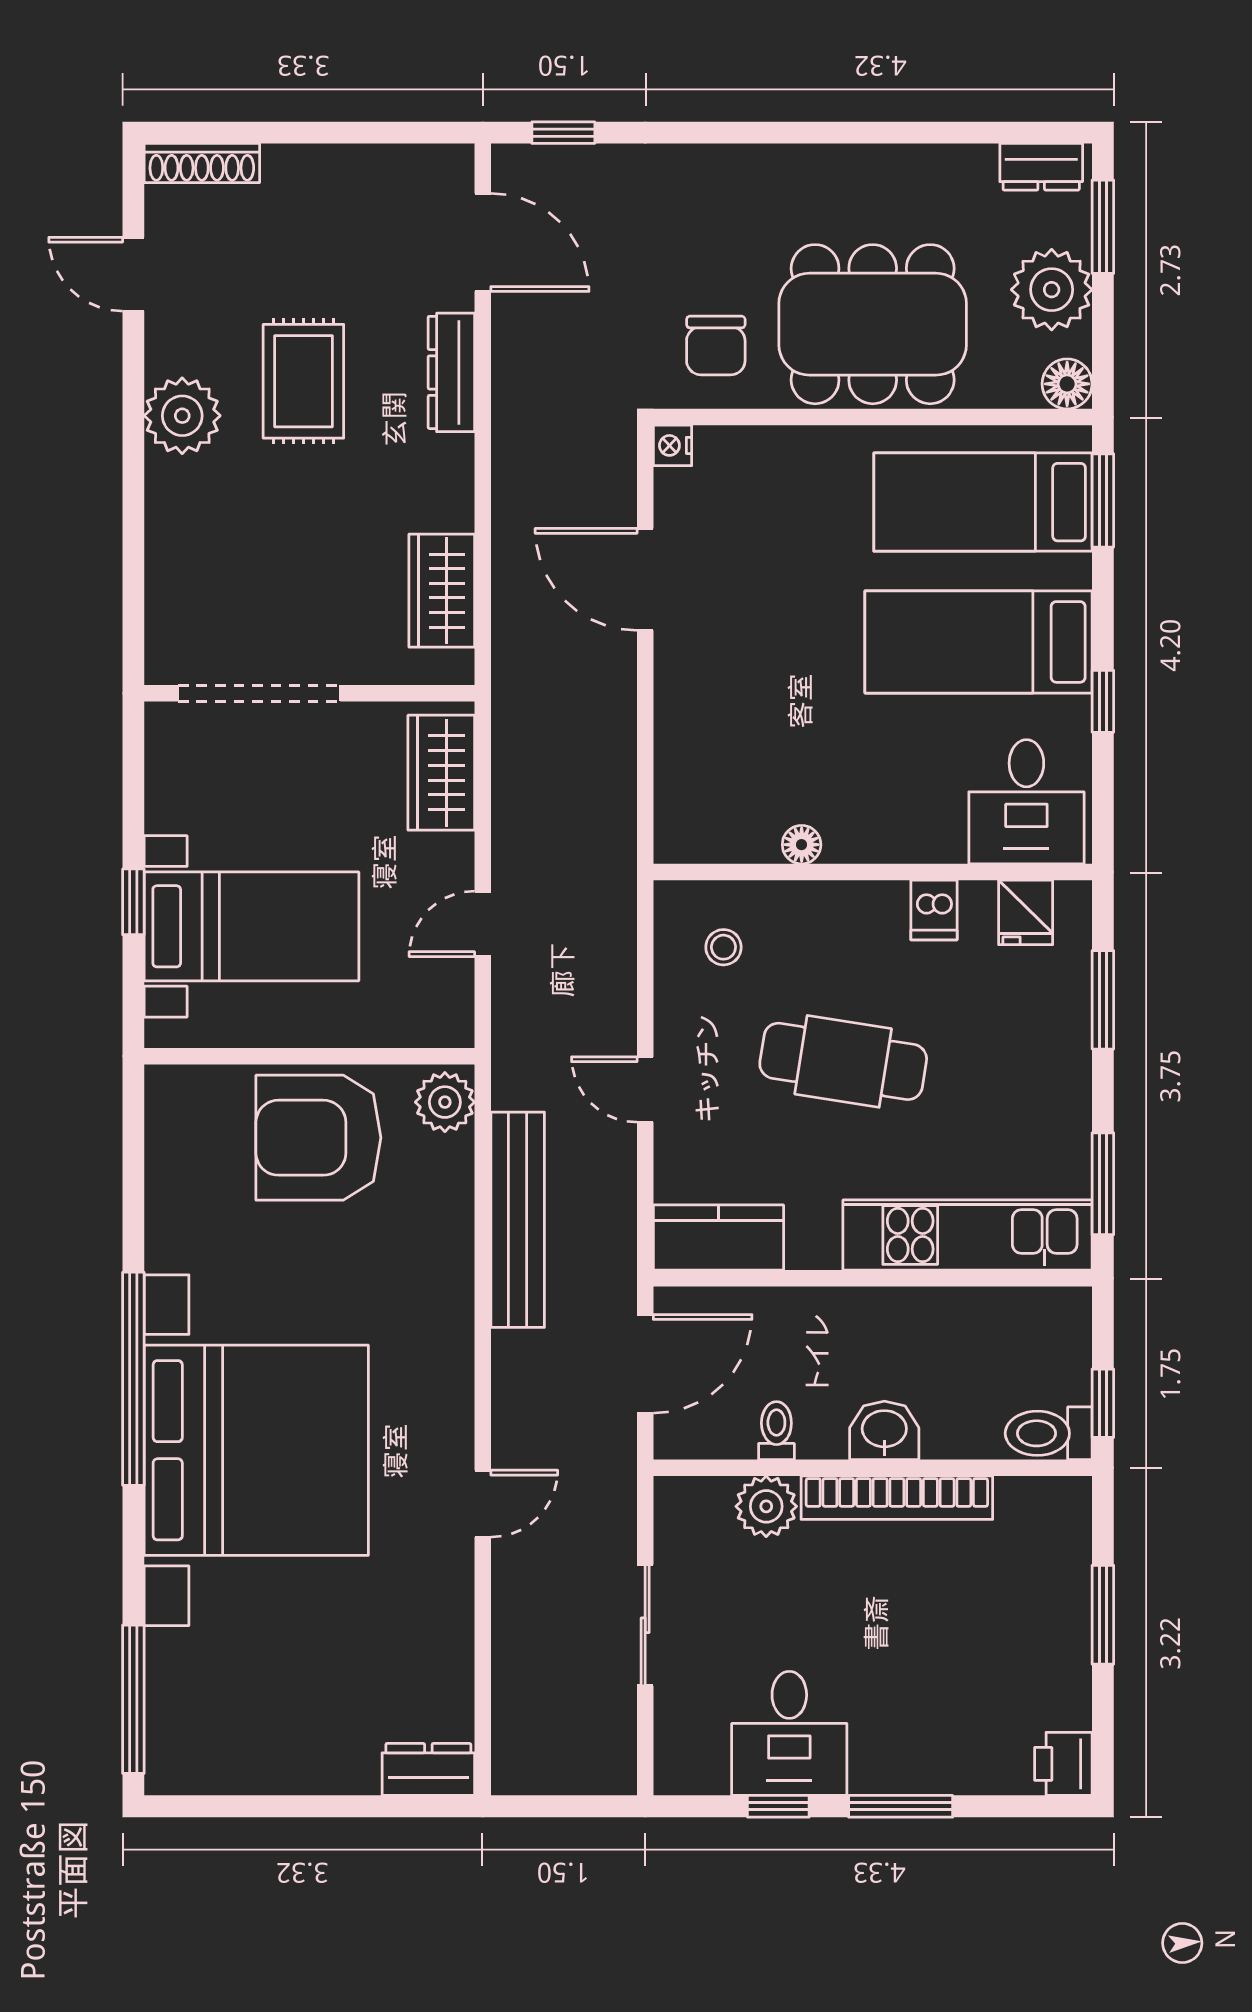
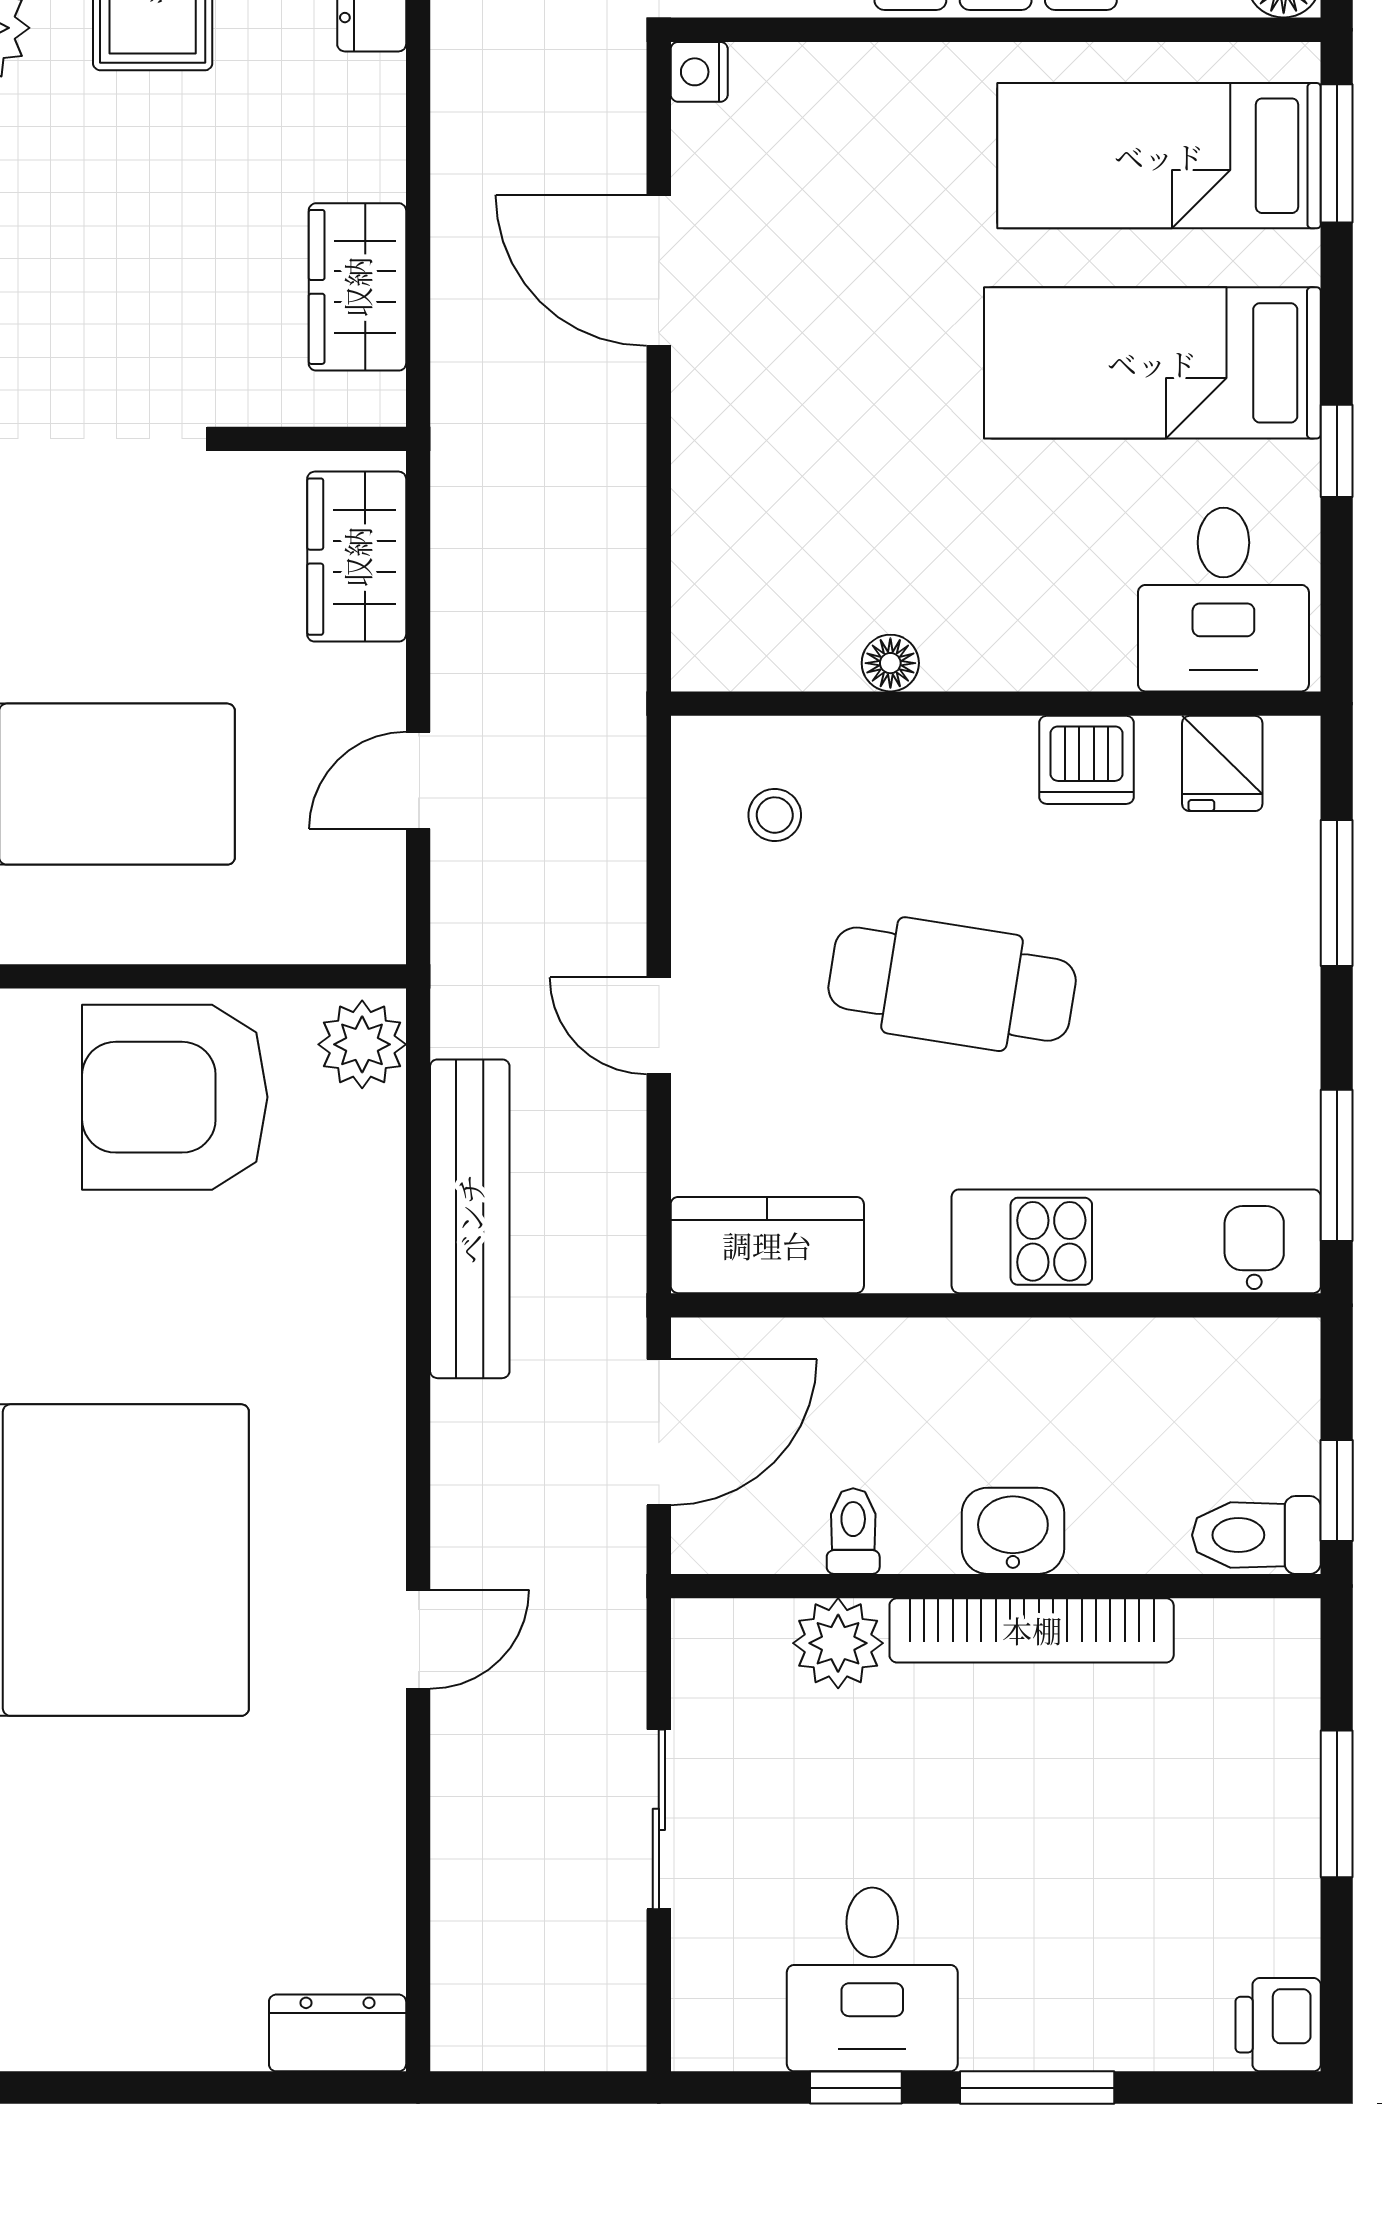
dishwasher: (934, 910) -> (1086, 760), width x1.38

